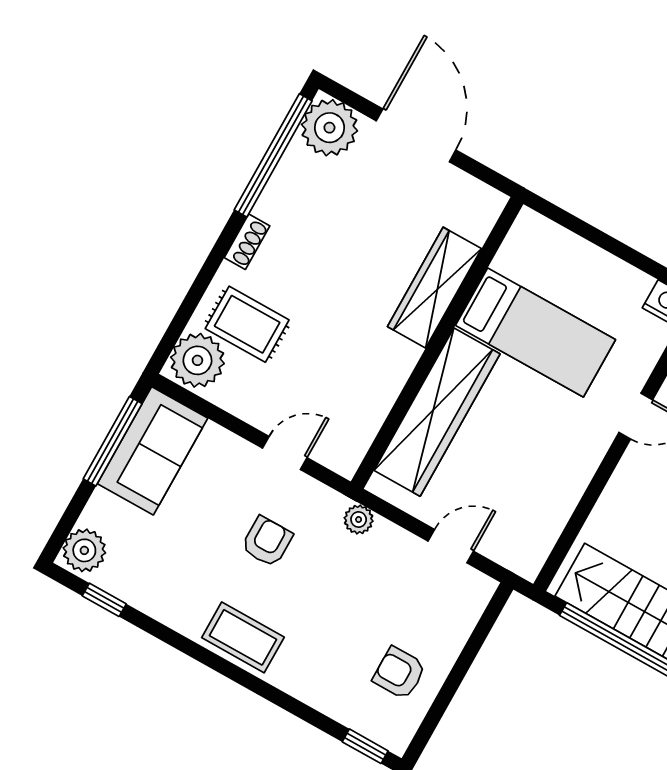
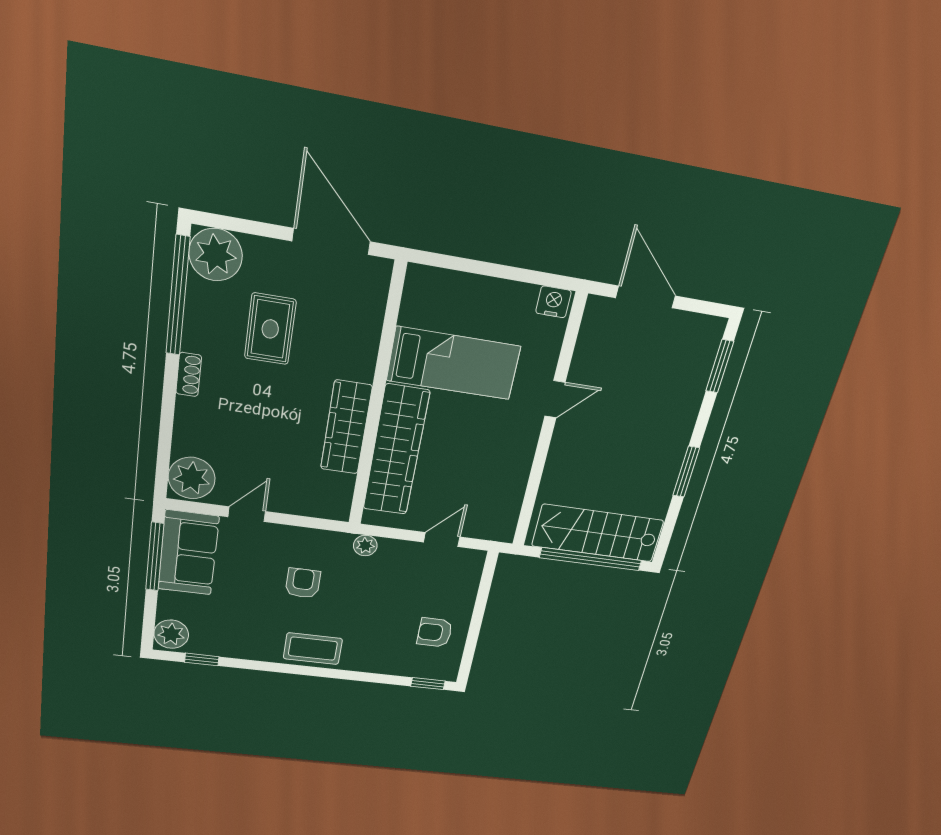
door: (416, 135) -> (331, 241), moved
wardrobe: (434, 288) -> (346, 428), moved
rug: (247, 324) -> (270, 329), moved, turned 90
door: (285, 453) -> (247, 514), moved

